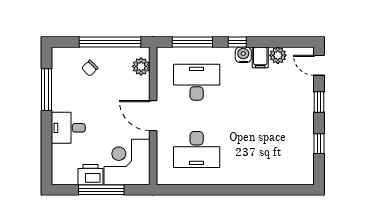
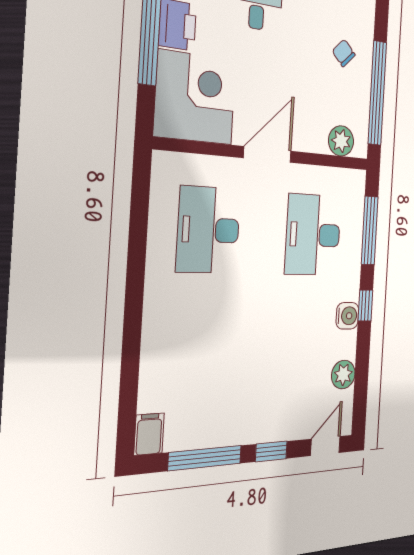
filing cabinet: (260, 57) -> (149, 434), moved, turned 90
desk: (197, 82) -> (313, 235), turned 180
window: (319, 144) -> (205, 458), width x2.17

